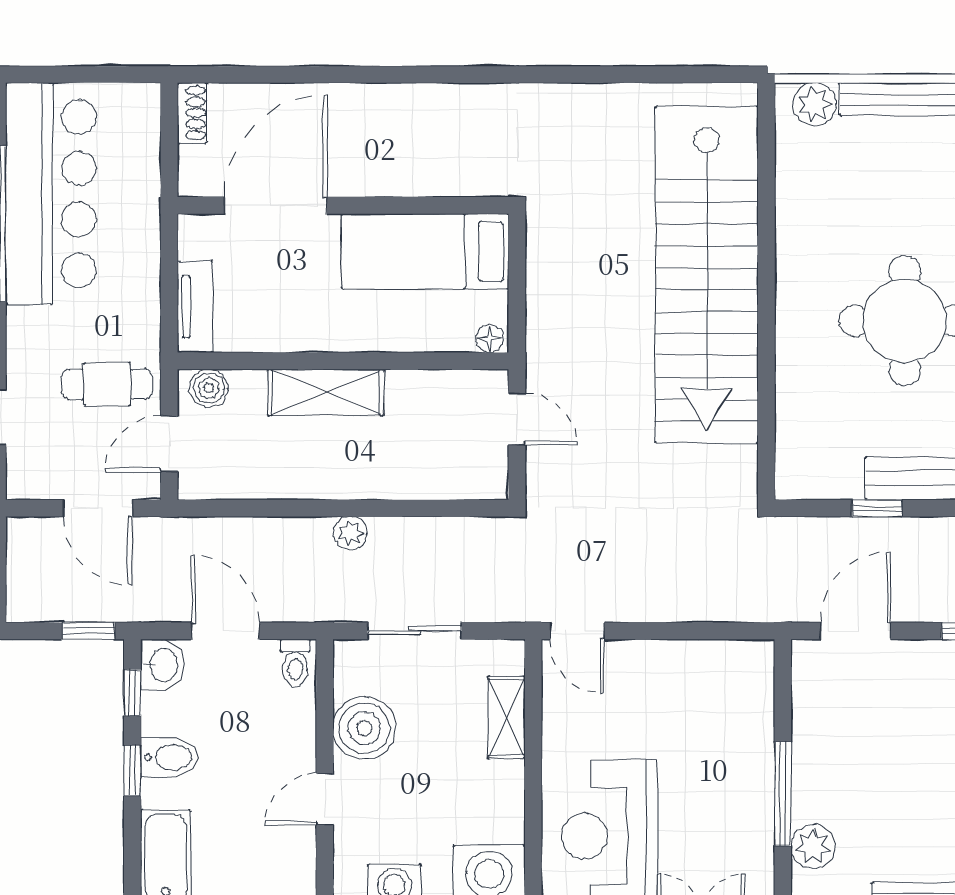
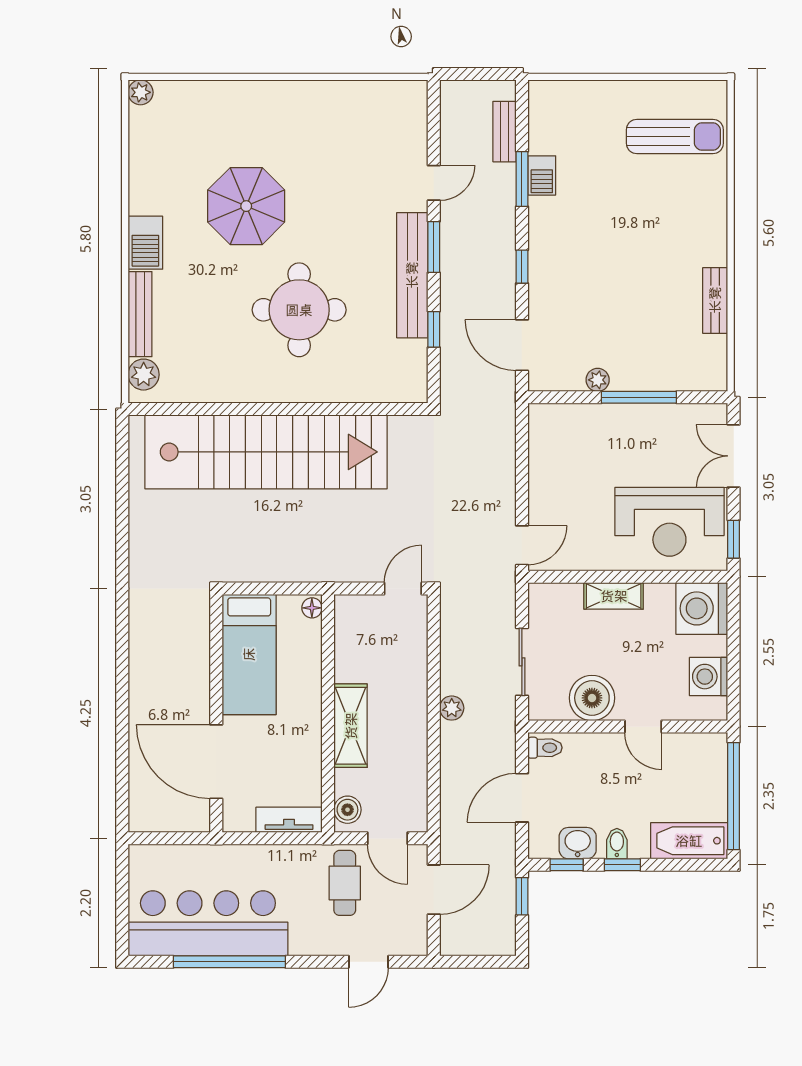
shoe rack: (192, 113) -> (150, 822), removed
door: (517, 419) -> (403, 588), moved
washbasin: (162, 665) -> (578, 843), moved
shelving: (506, 717) -> (614, 596), moved
bidet: (169, 757) -> (617, 844), width x0.72, depth x0.74
plant: (813, 847) -> (598, 380), moved, width x0.73, depth x0.73

